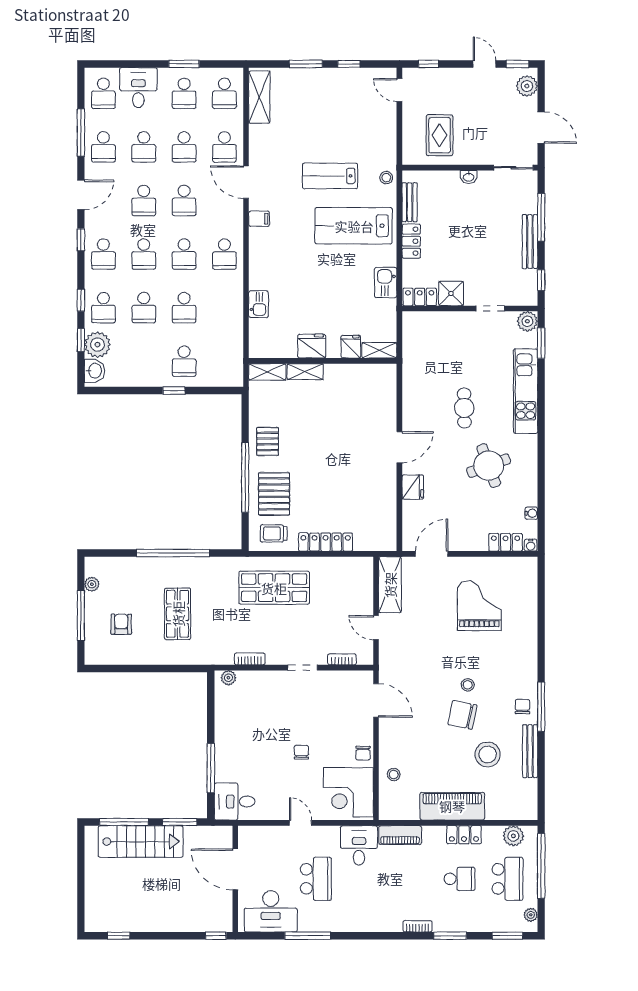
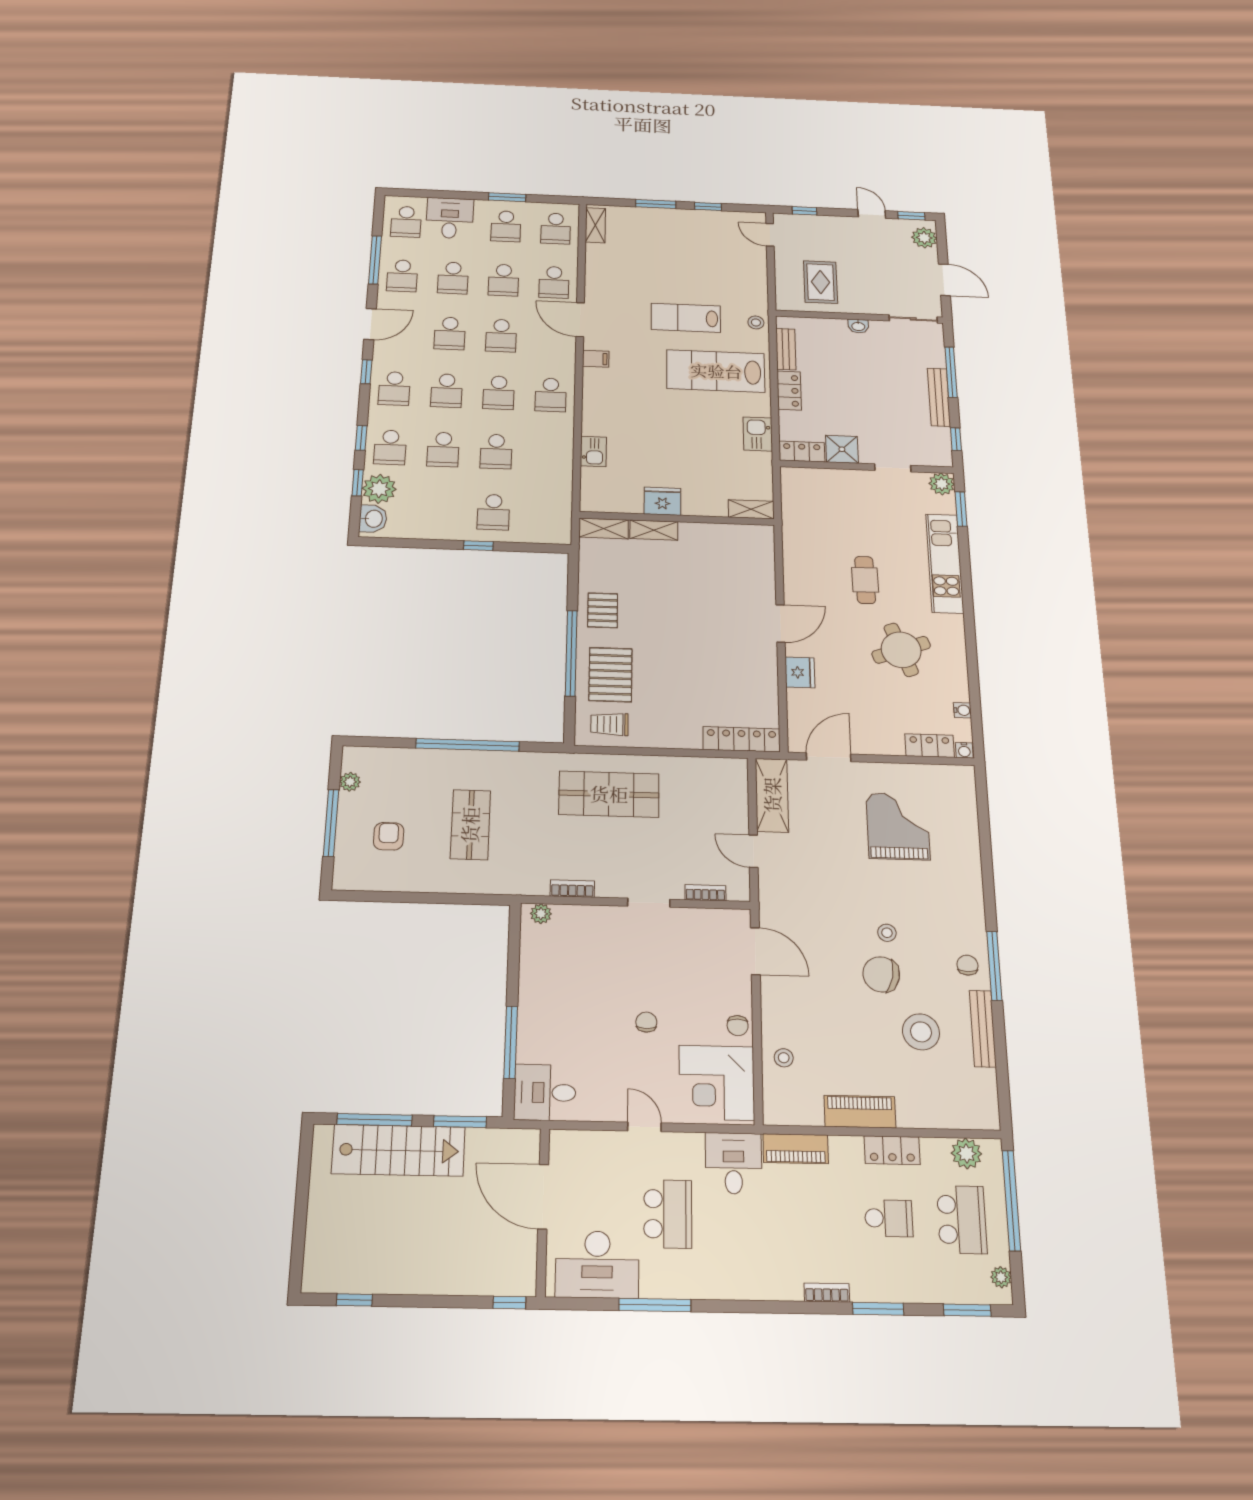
shelving: (259, 97) -> (595, 225), width x0.67, depth x0.75
fridge: (351, 347) -> (714, 504), removed
locker: (326, 542) -> (742, 739), moved
piano: (452, 806) -> (860, 1112), width x0.73, depth x0.75

